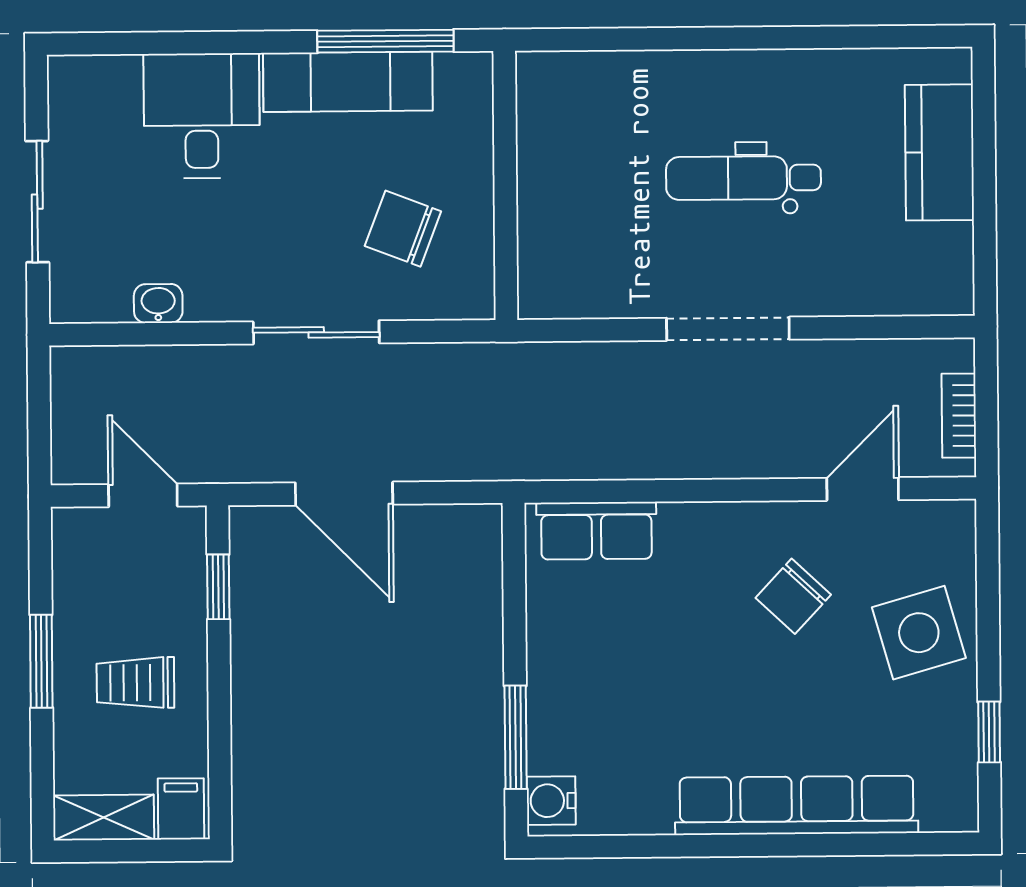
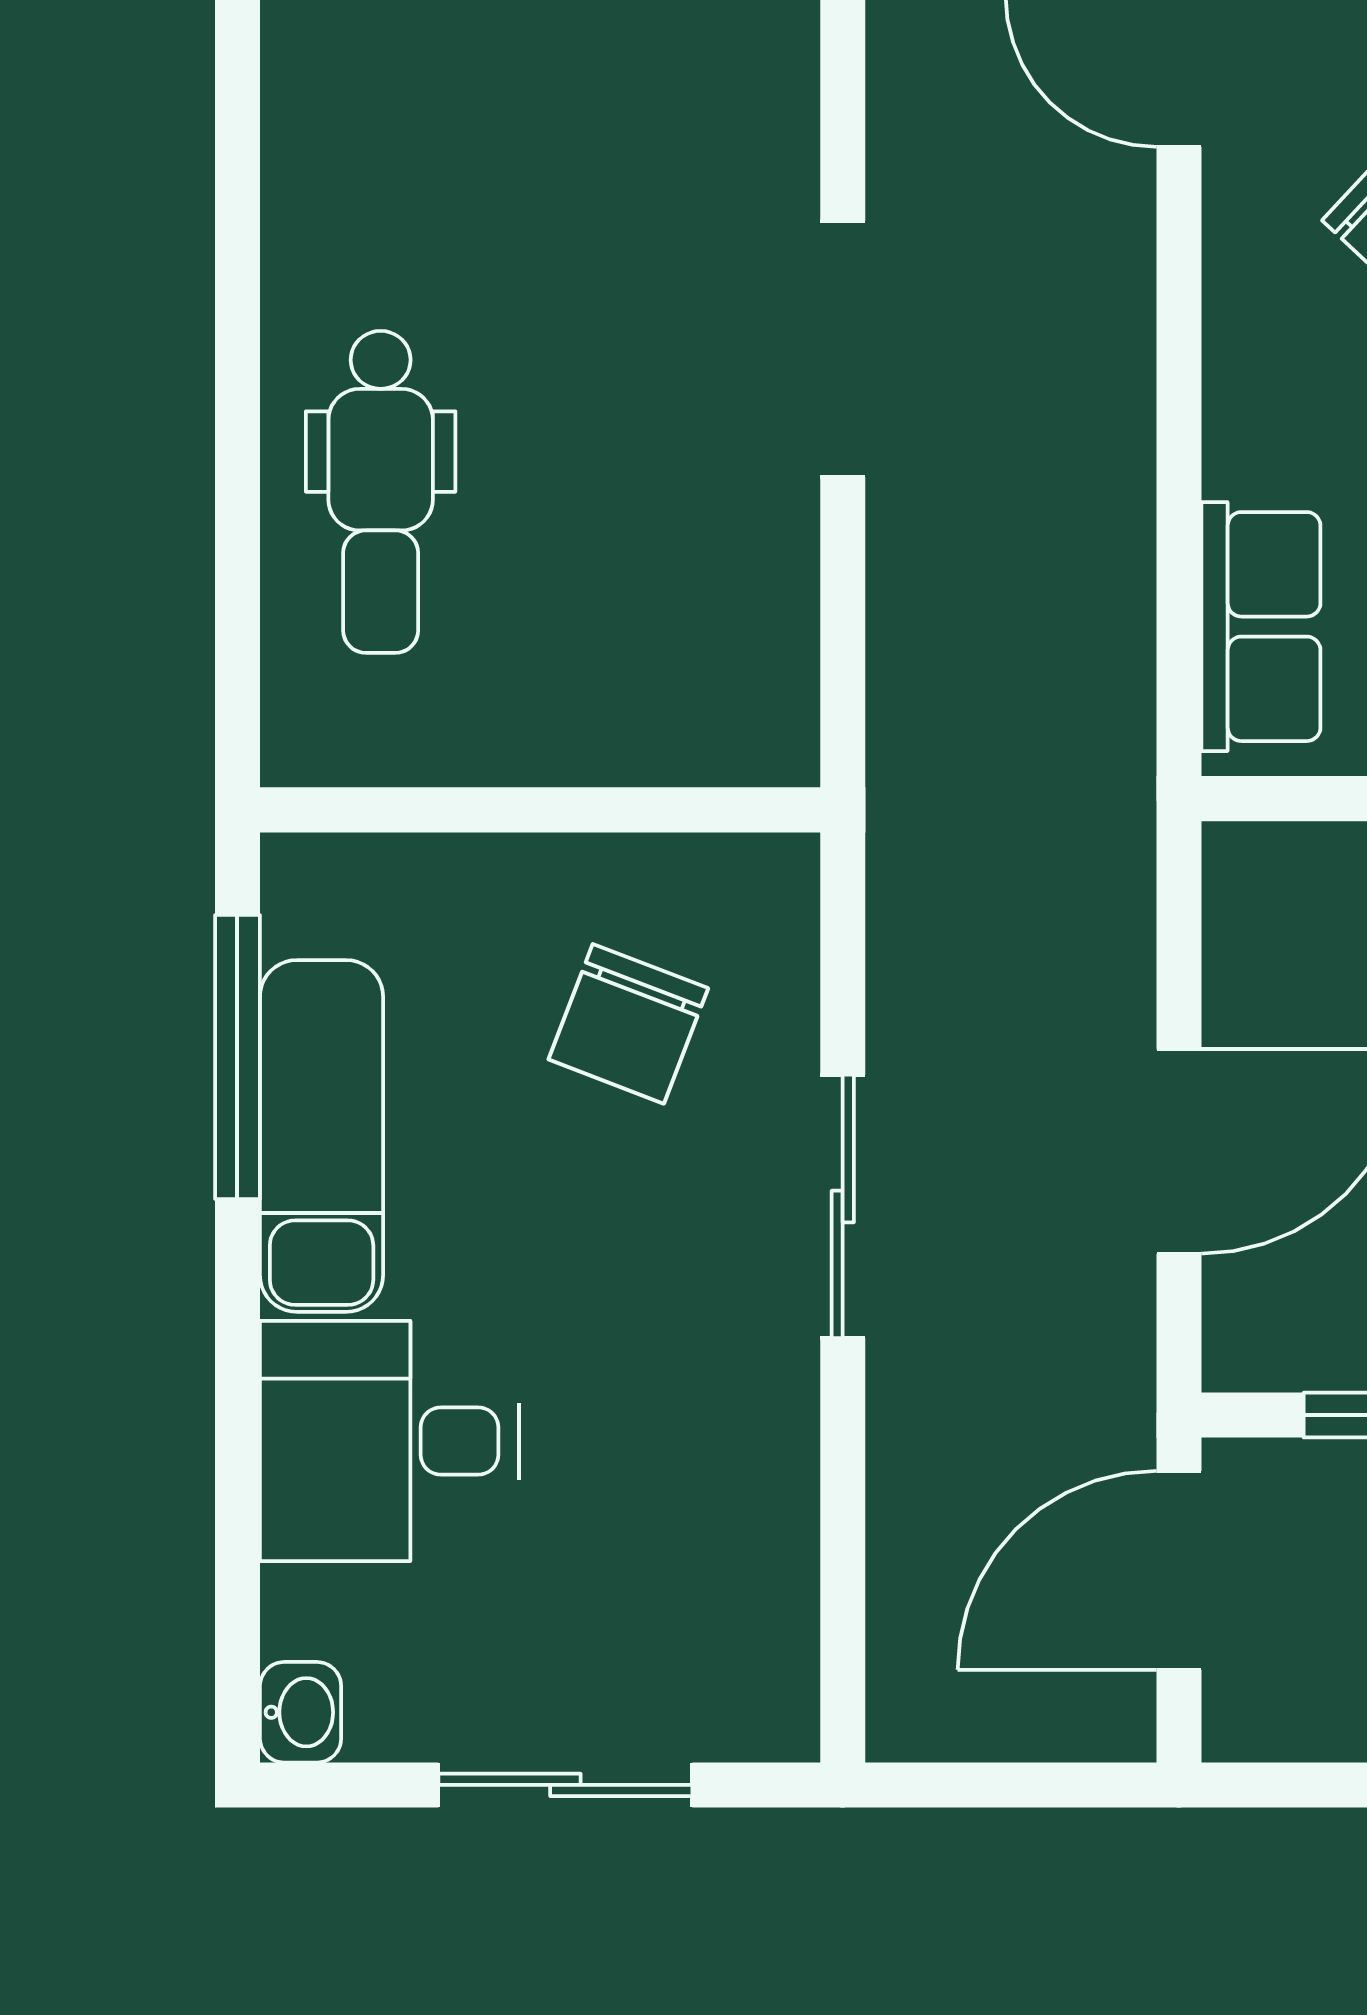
dental chair: (743, 178) -> (381, 492), moved
washbasin: (158, 303) -> (301, 1712), moved, turned 180
door: (143, 495) -> (1179, 1570), width x1.38

